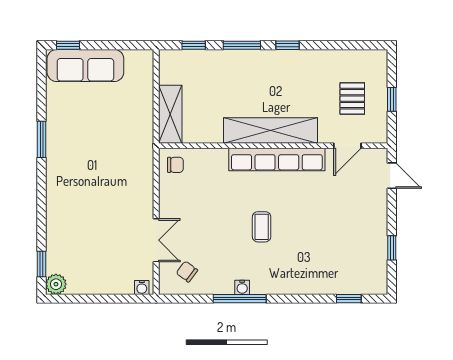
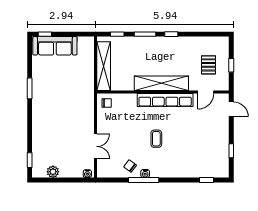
shelving: (170, 114) -> (104, 66), width x1.47
chair: (187, 272) -> (130, 166), moved
plant: (56, 284) -> (53, 172), moved

